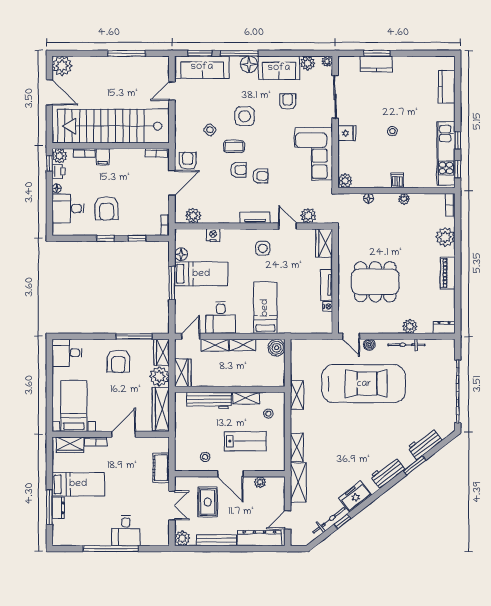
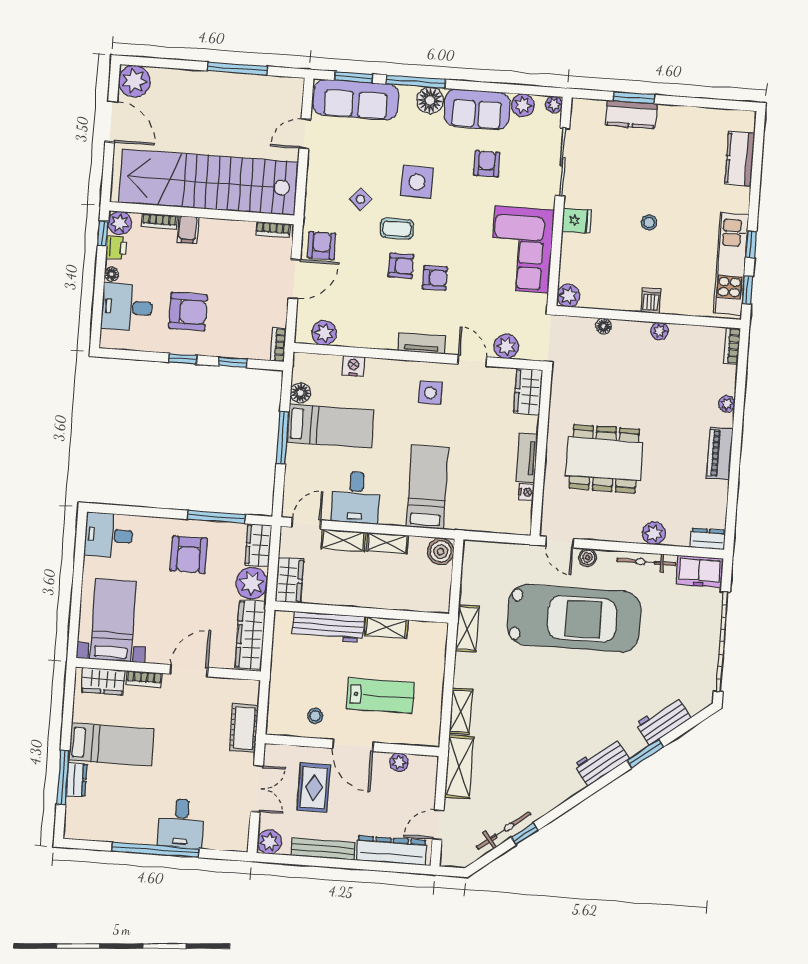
armchair: (107, 208) -> (188, 312), turned -89
plant: (445, 237) -> (727, 404), width x0.53, depth x0.53
stool: (268, 414) -> (420, 655), removed
freezer: (355, 496) -> (699, 571), moved, turned -142

